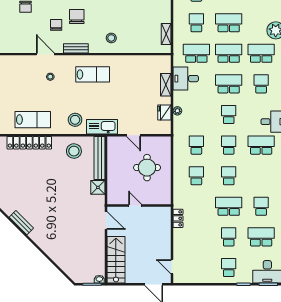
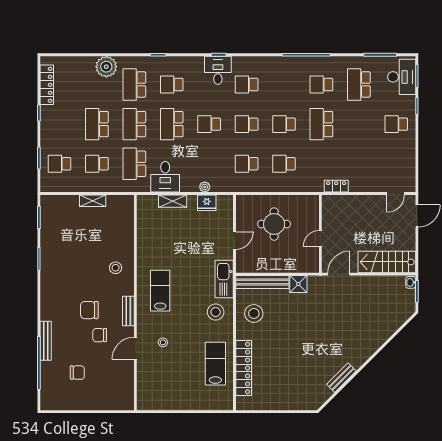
shelving: (166, 34) -> (93, 201), moved
school desk: (261, 145) -> (247, 85), width x0.54
school desk: (229, 237) -> (359, 124), removed

